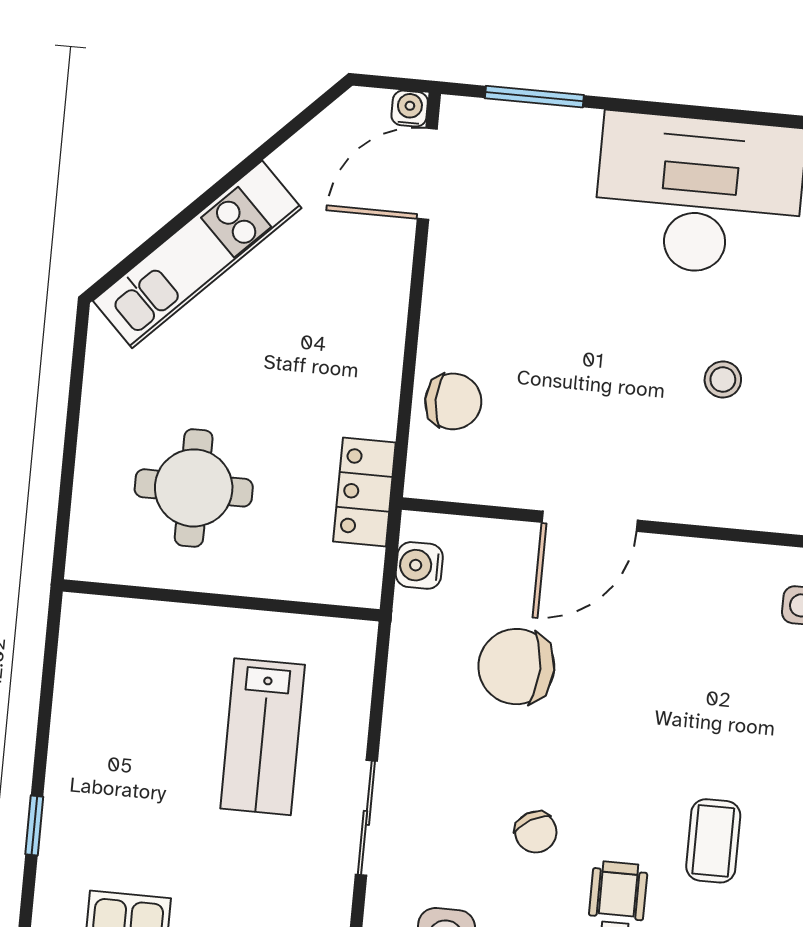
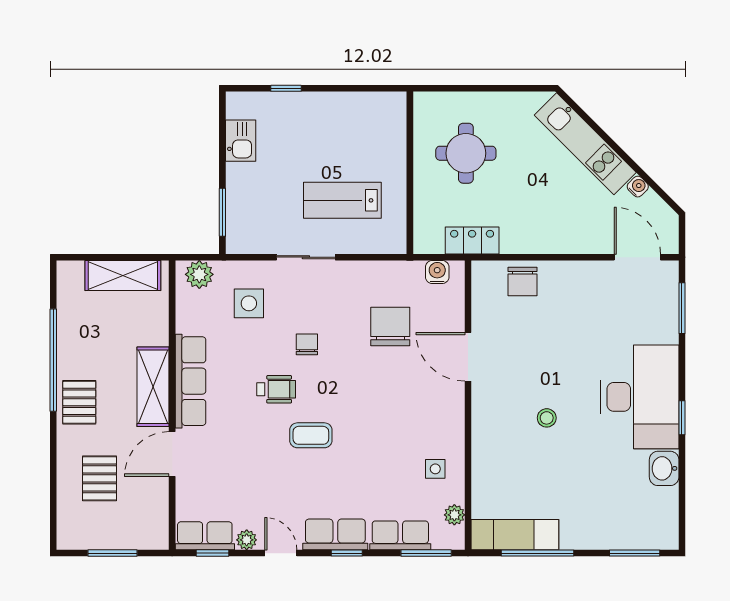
water cooler: (410, 109) -> (638, 187), moved, turned -45
window: (747, 117) -> (682, 418), added
chair: (536, 832) -> (307, 344), turned 120

